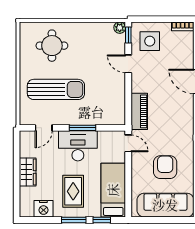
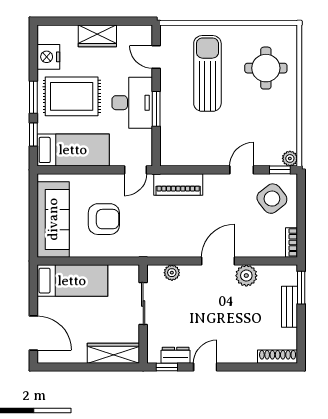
side table: (150, 41) -> (272, 199), turned -38
sun lounger: (56, 89) -> (207, 73), turned 180
rug: (73, 191) -> (72, 96), width x1.36, depth x1.43

